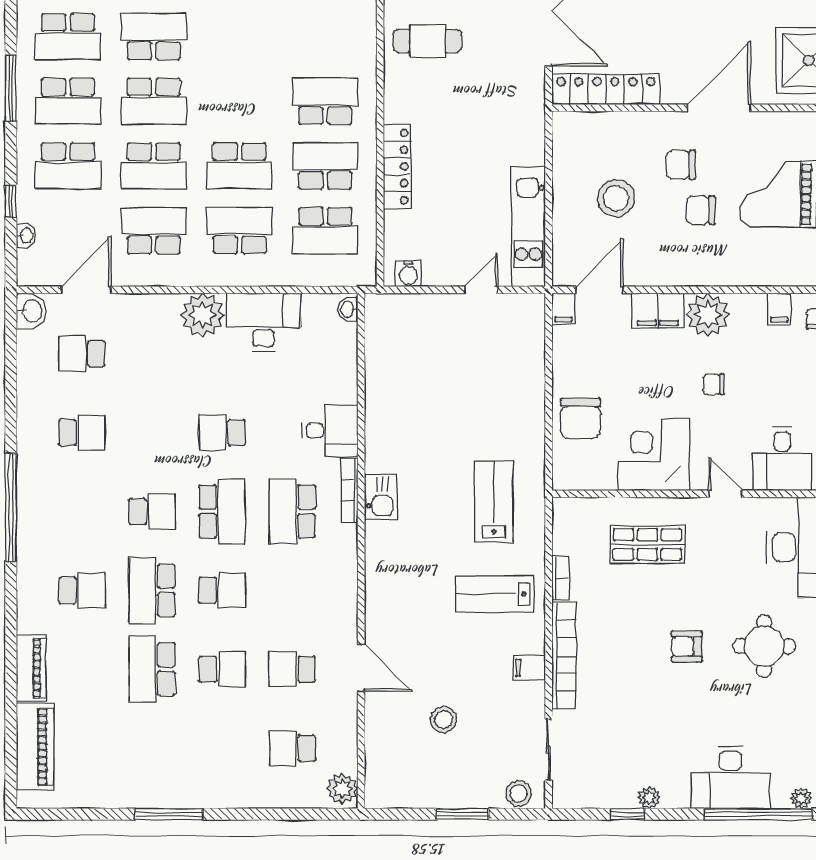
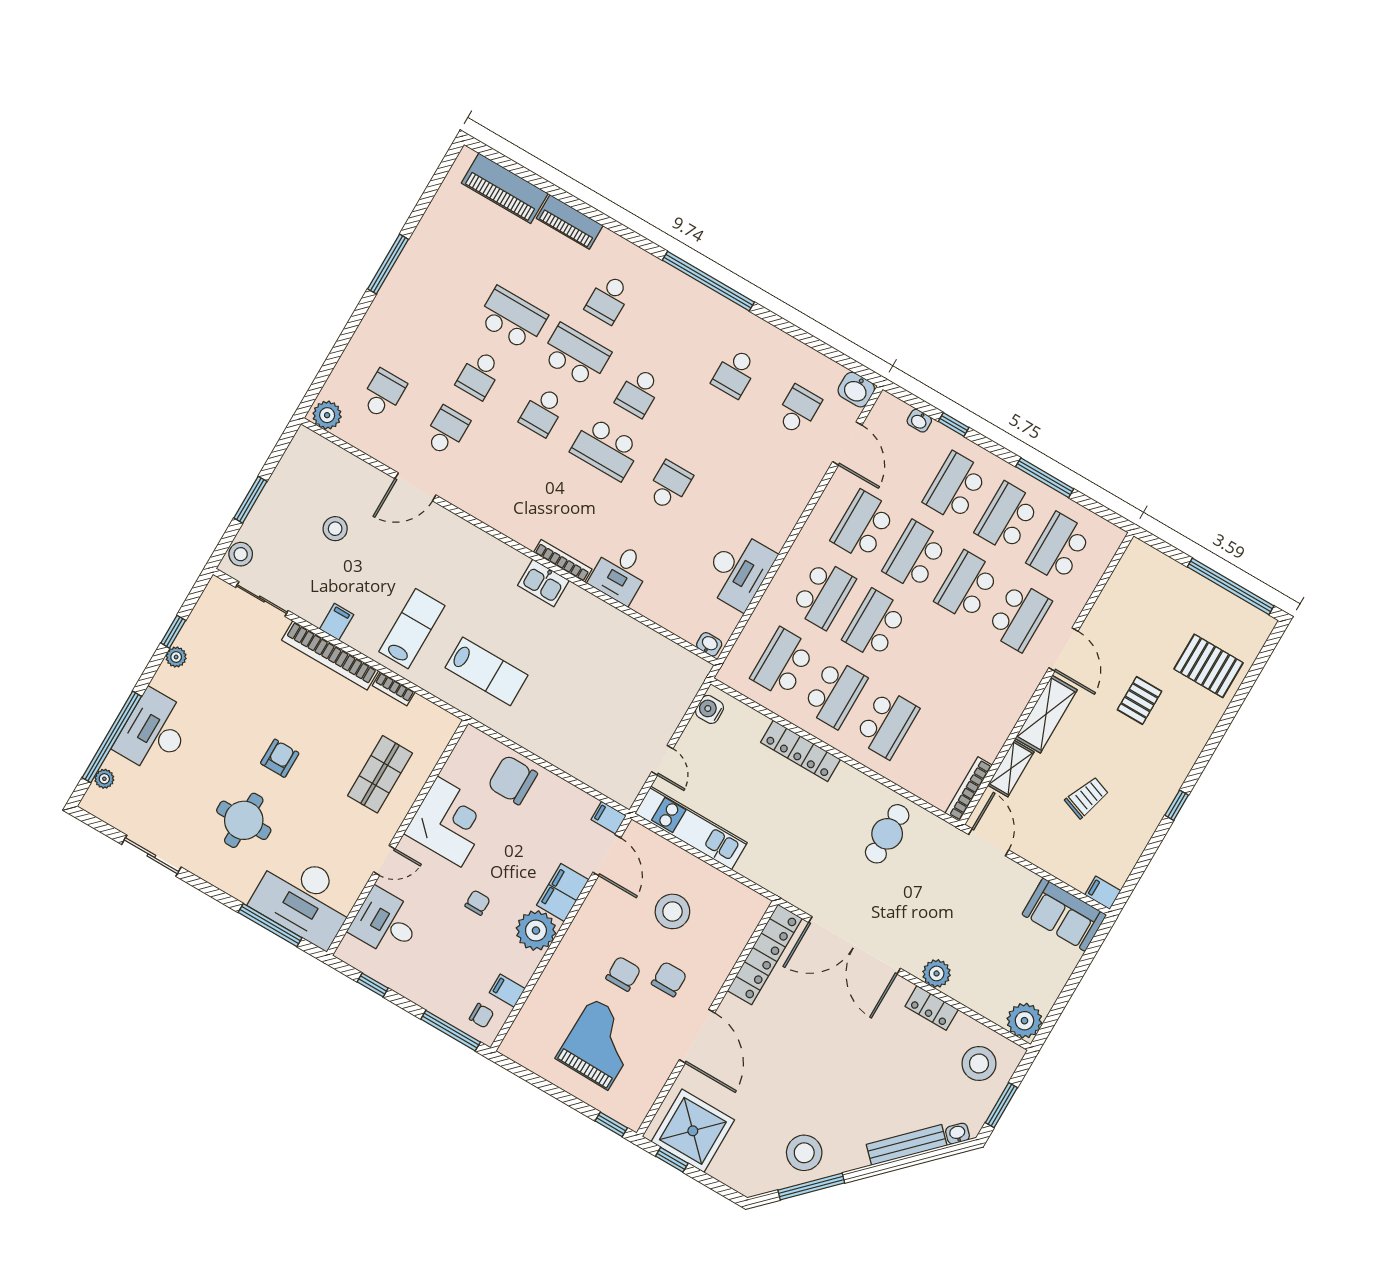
school desk: (154, 231) -> (863, 525), turned 180
plant: (202, 315) -> (773, 525), removed
school desk: (292, 512) -> (573, 505), removed

